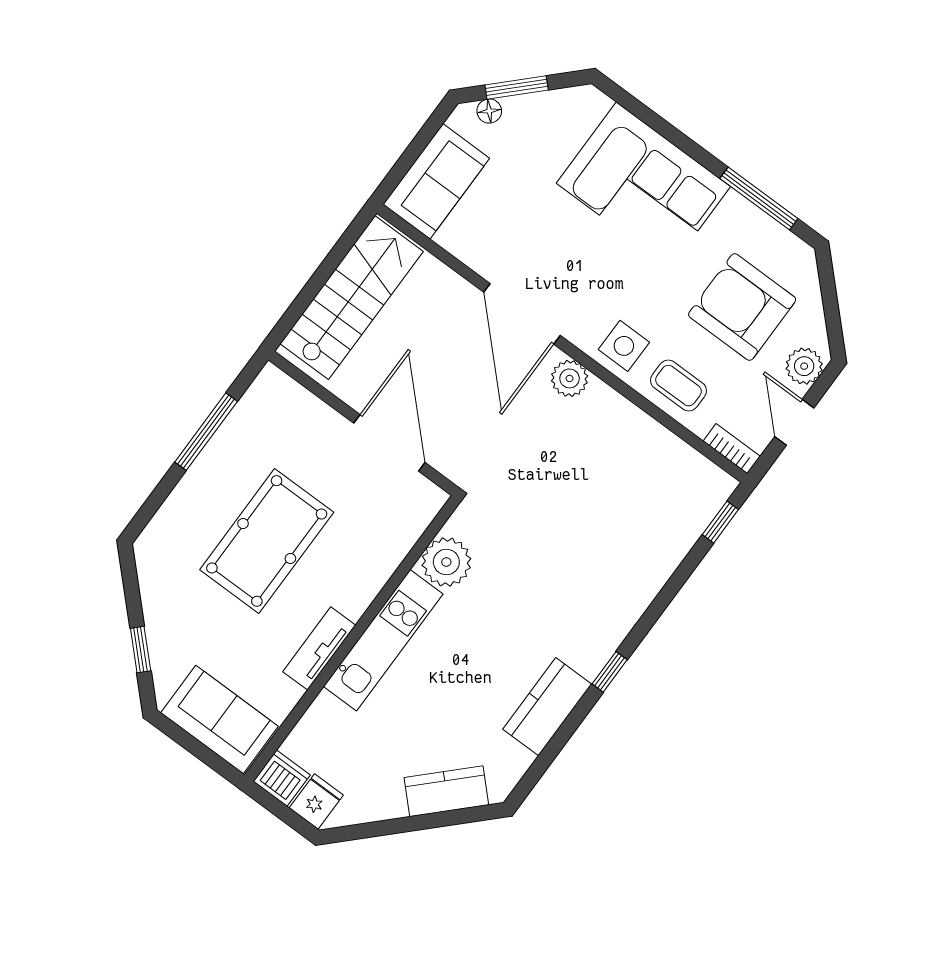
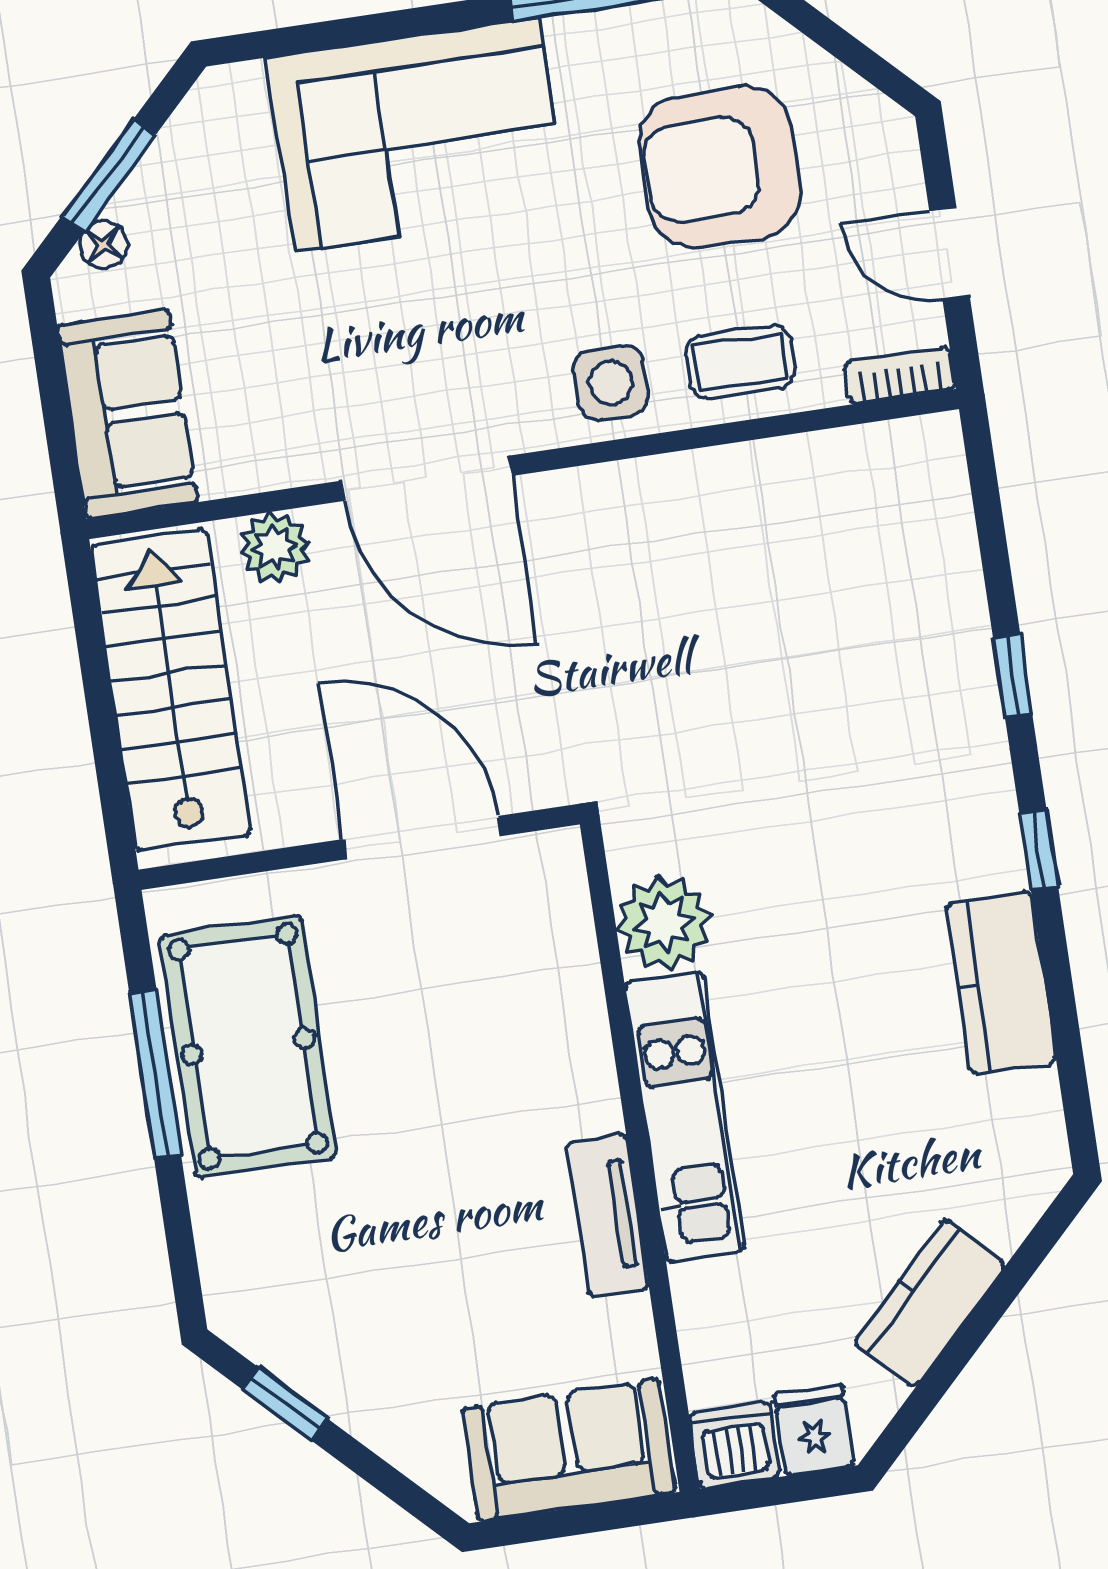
plant: (804, 366) -> (886, 163), removed
plant: (570, 378) -> (275, 548), moved
window: (720, 522) -> (1013, 676), moved
pool table: (267, 541) -> (248, 1046), moved
window: (141, 650) -> (285, 1404), moved
kitchen counter: (446, 791) -> (930, 1303), moved

